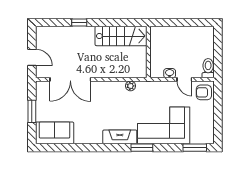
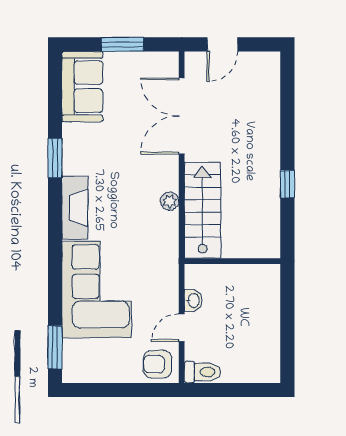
window: (79, 23) -> (287, 184), moved
stairs: (121, 36) -> (202, 210), moved, turned 180
plant: (131, 86) -> (170, 201), moved
armchair: (204, 92) -> (157, 364), turned -90
window: (142, 148) -> (55, 158), moved

